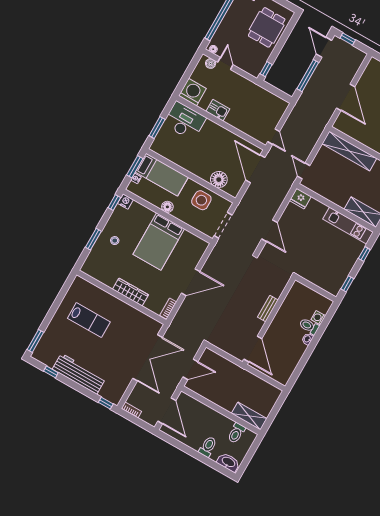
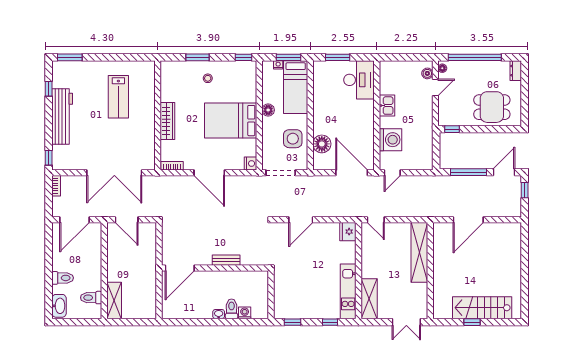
washing machine: (192, 92) -> (390, 140), moved
door: (255, 169) -> (352, 173), hinge flipped
door: (304, 171) -> (376, 220), swing flipped
nightstand: (125, 201) -> (251, 163), moved

